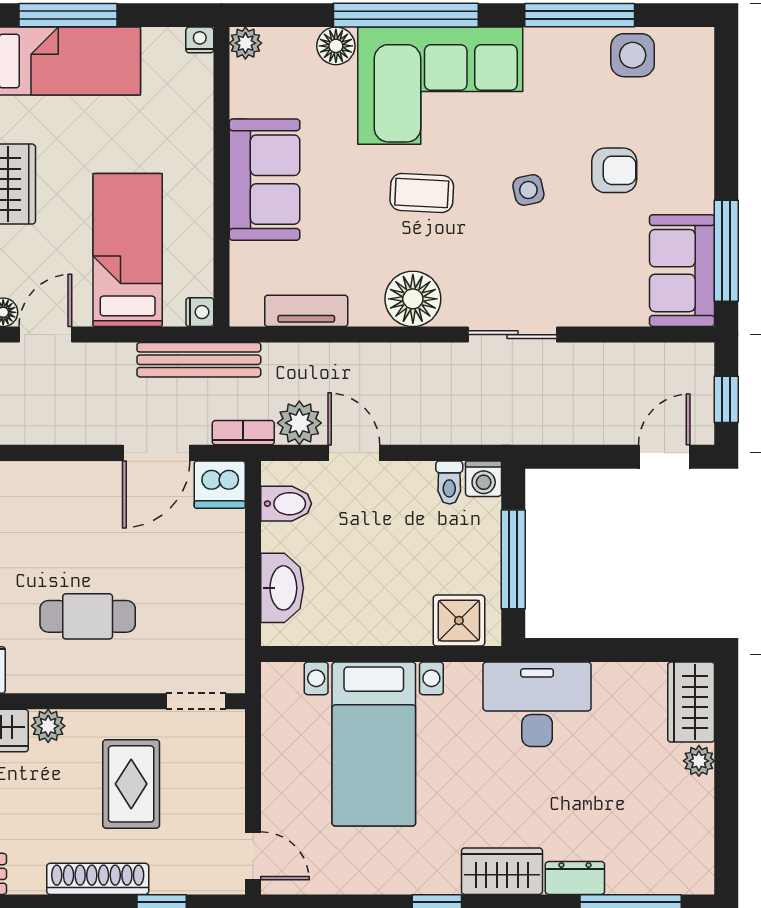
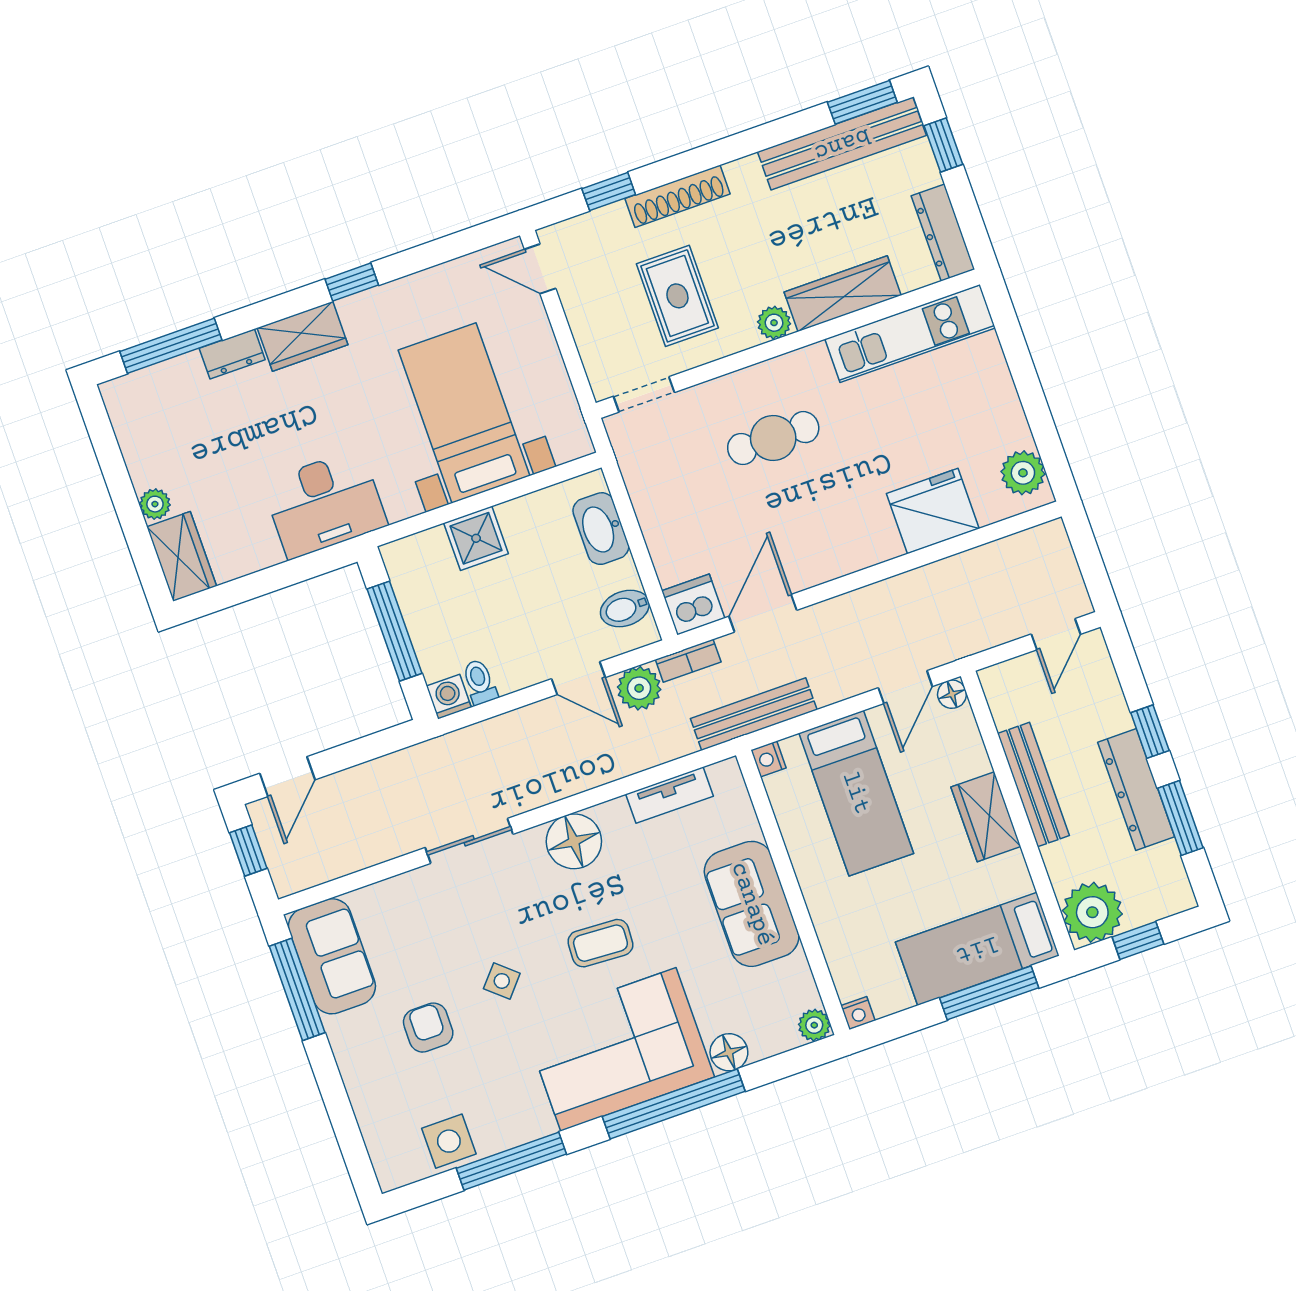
armchair: (614, 170) -> (428, 1028), turned 90
side table: (528, 190) -> (502, 981), turned -37
shower: (459, 621) -> (476, 538), moved

